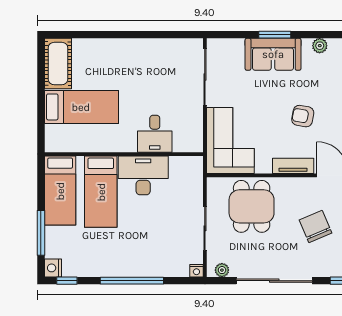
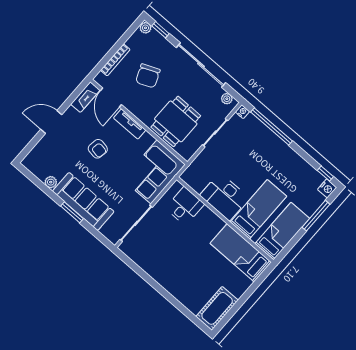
sofa: (273, 54) -> (83, 201), width x1.36
bed: (81, 107) -> (241, 253), moved
desk: (155, 134) -> (185, 206), moved
window: (132, 281) -> (272, 127), moved

